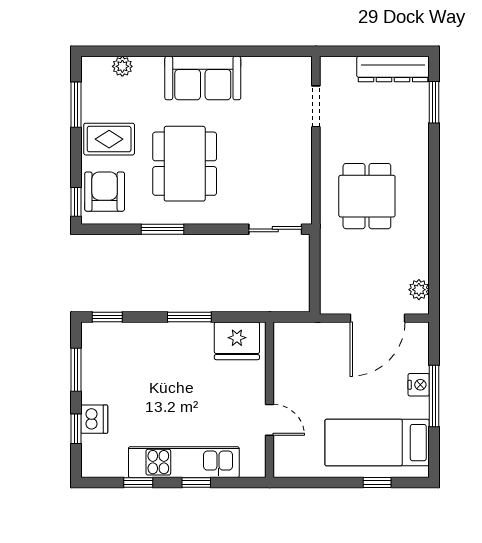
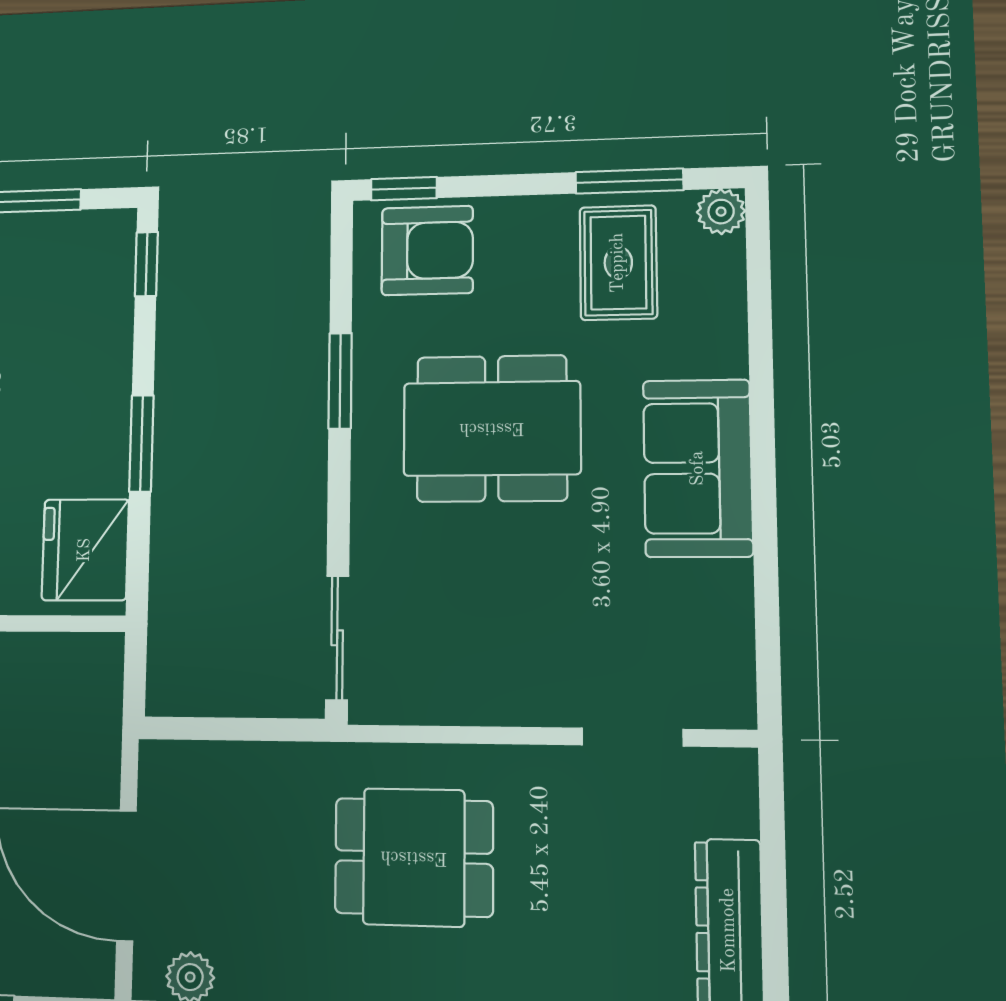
plant: (122, 66) -> (721, 212), moved
rug: (109, 139) -> (618, 263), moved

